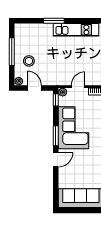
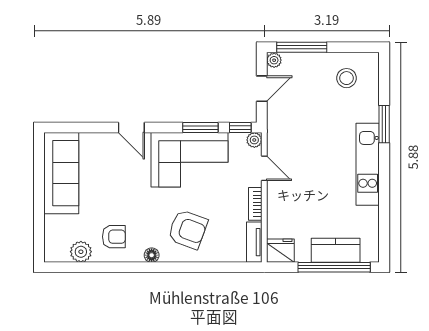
window: (12, 52) -> (302, 47), moved
stool: (29, 61) -> (347, 78), moved
window: (56, 136) -> (200, 127), moved

